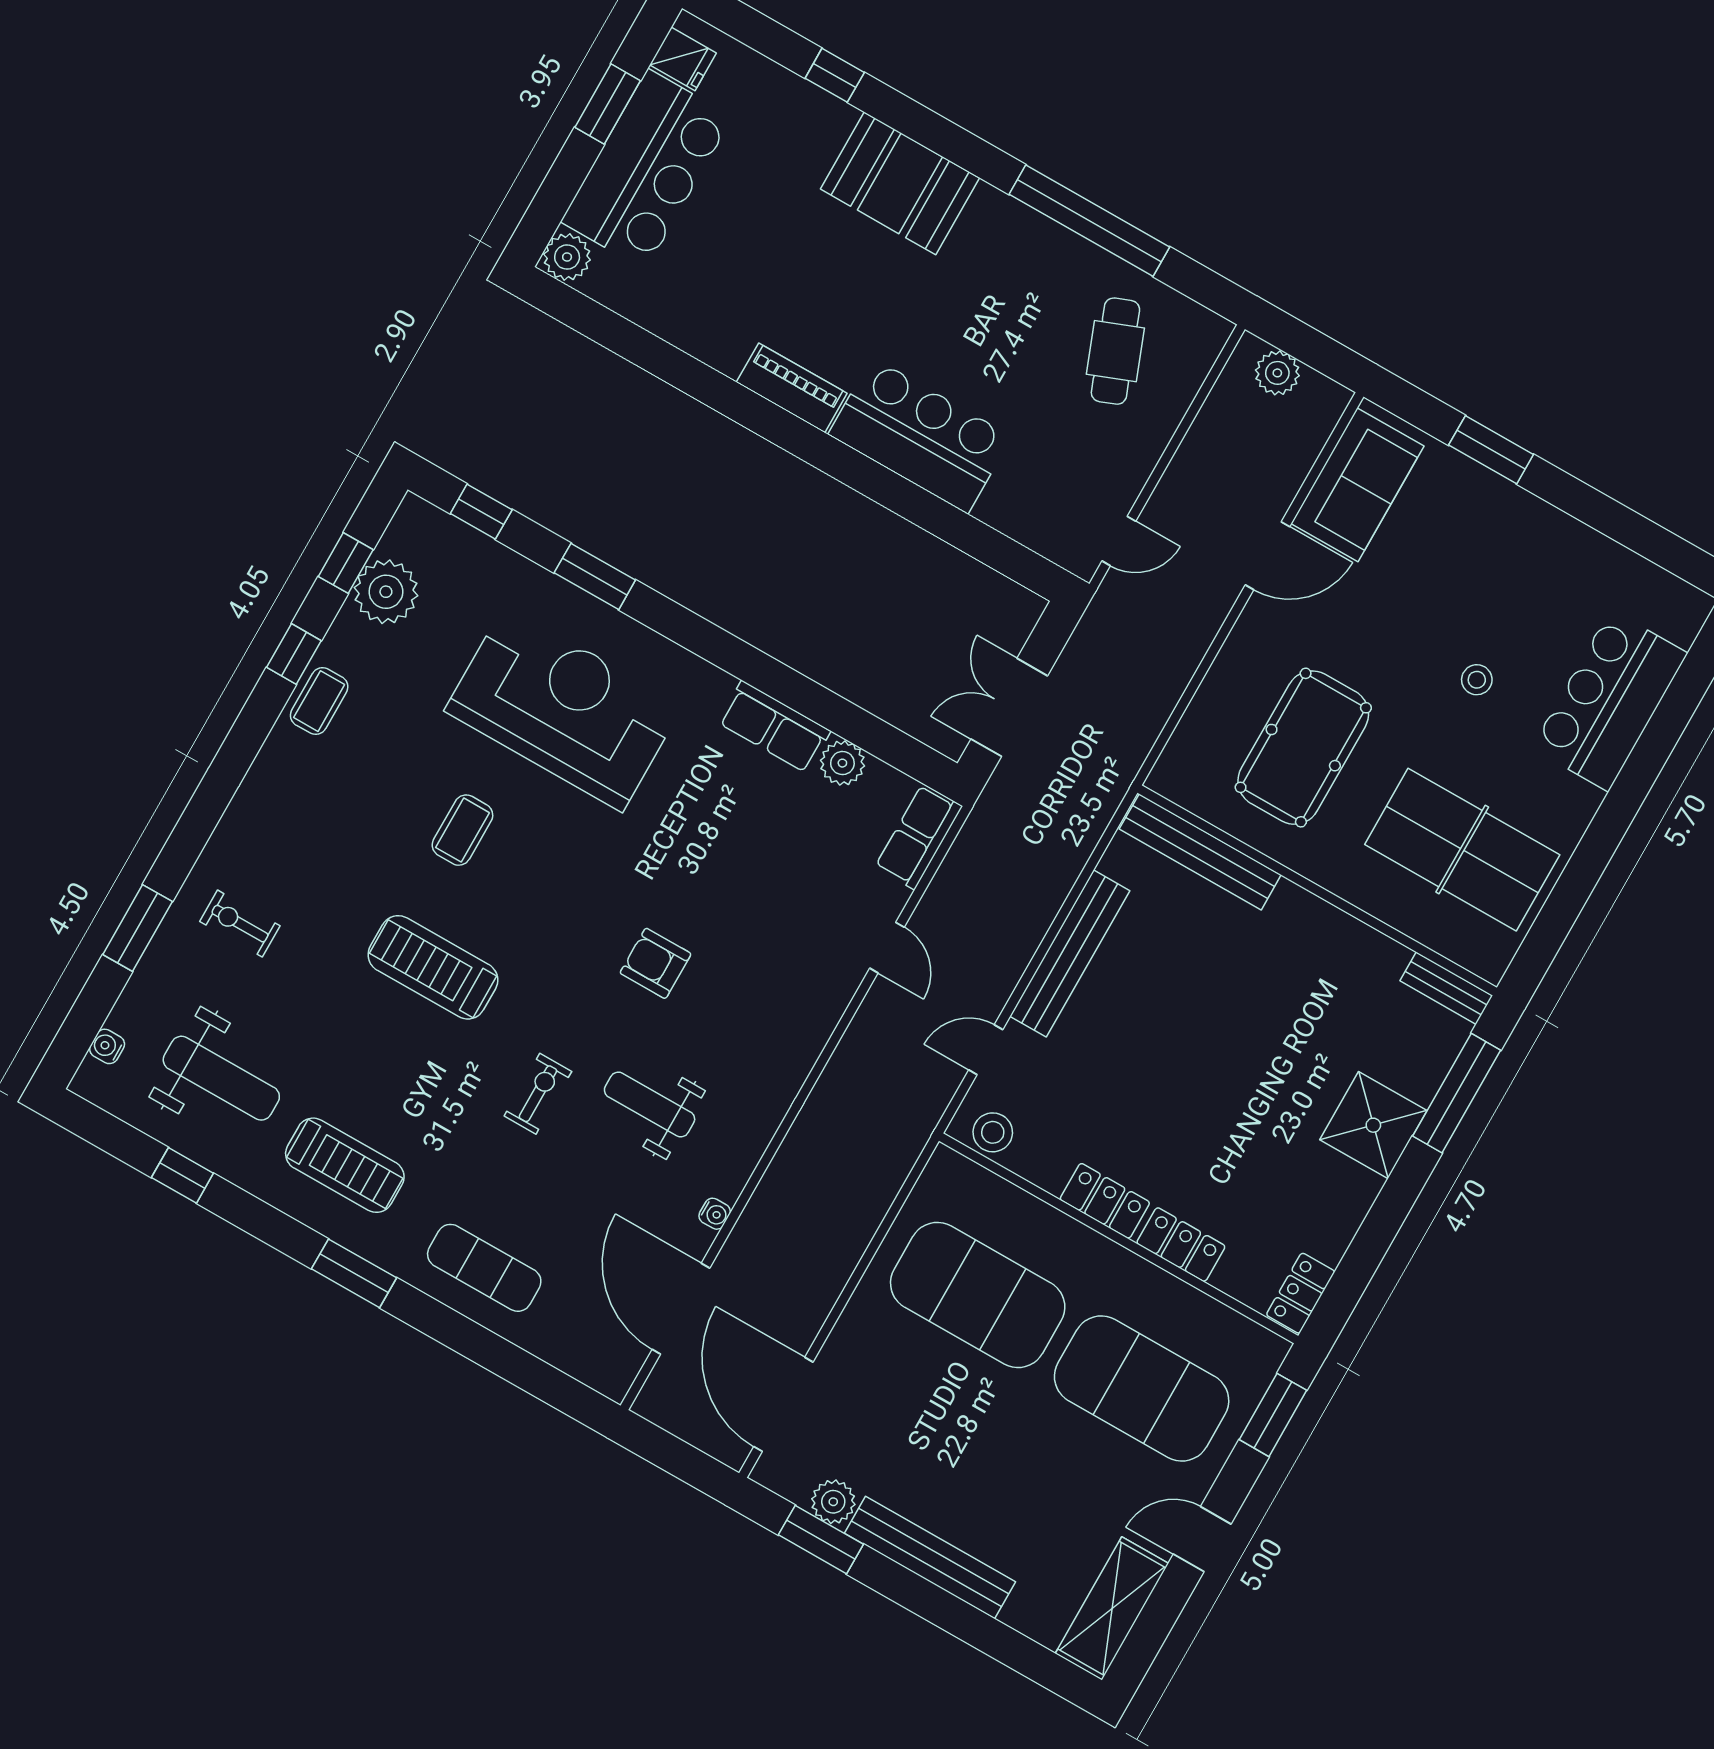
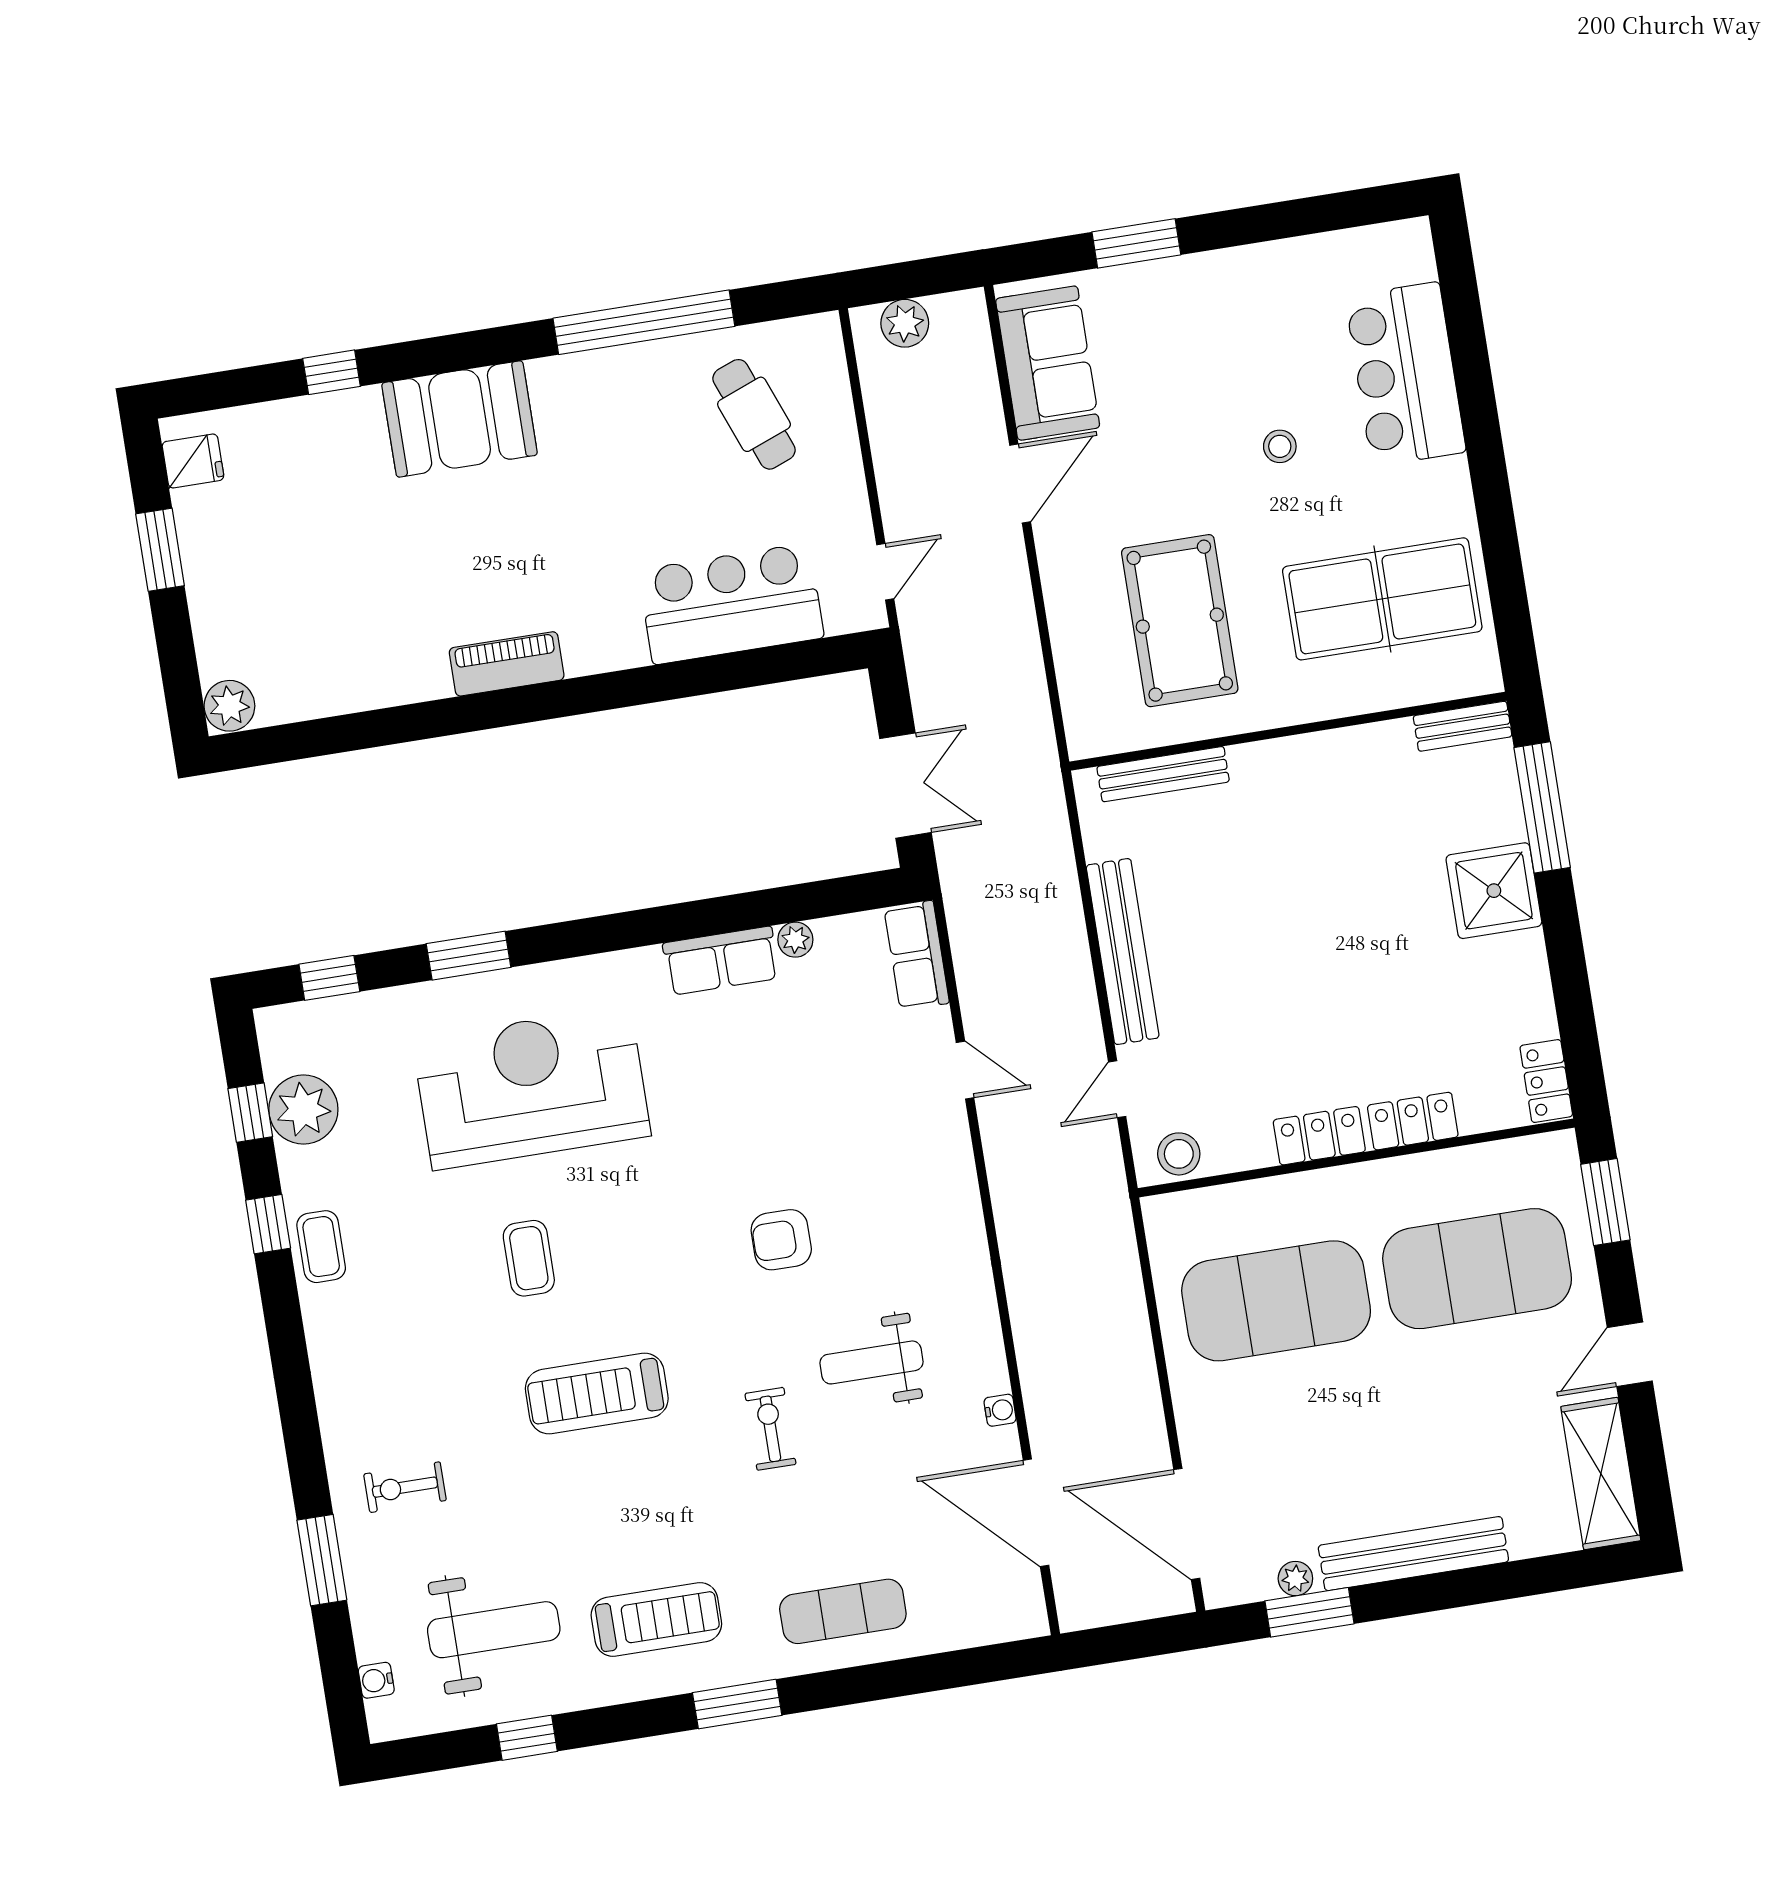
bar counter: (647, 169) -> (237, 578), removed
bar counter: (920, 435) -> (731, 604), moved
double door: (1009, 707) -> (906, 786), swing flipped
plant: (842, 763) -> (795, 940), width x0.73, depth x0.73
bench: (1200, 852) -> (1163, 774), width x0.73, depth x0.82
plant: (833, 1502) -> (1295, 1579), width x0.73, depth x0.73

